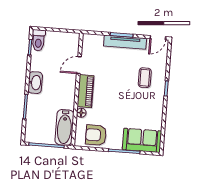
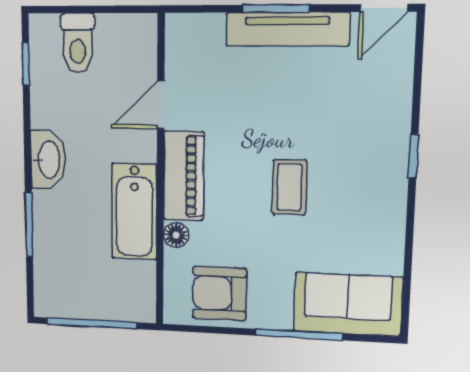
toilet: (38, 40) -> (78, 43), moved
coffee table: (145, 78) -> (289, 187), moved
bathtub: (64, 127) -> (134, 212), moved

